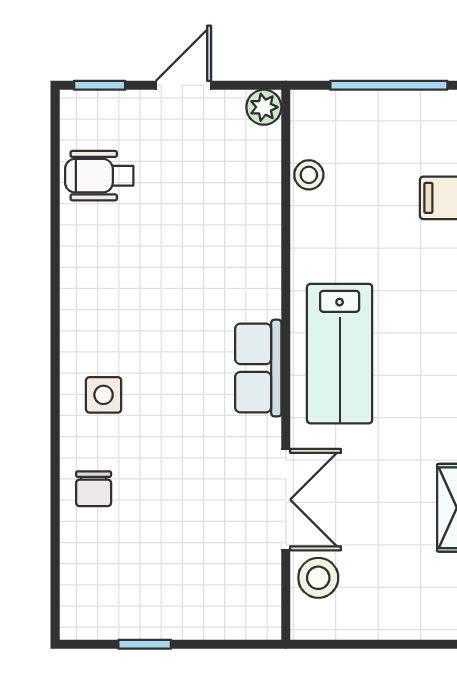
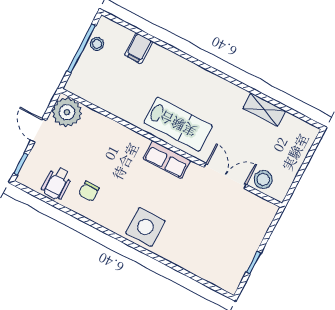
plant: (264, 107) -> (67, 112), width x1.87, depth x1.87
stool: (309, 175) -> (97, 44), moved
side table: (104, 395) -> (145, 227), width x1.87, depth x1.87
chair: (94, 489) -> (89, 191), moved, turned 90

